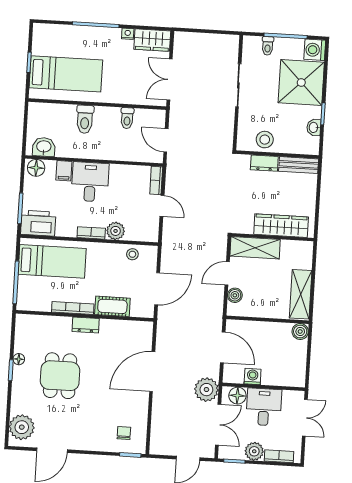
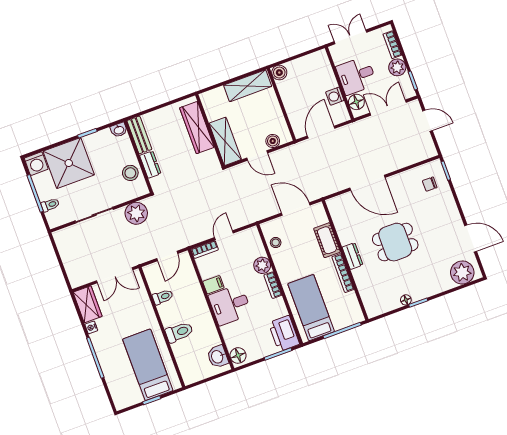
washbasin: (314, 127) -> (119, 130), moved
filing cabinet: (64, 171) -> (213, 285), moved
dining table: (60, 376) -> (395, 242), moved
plant: (206, 390) -> (136, 213), moved

